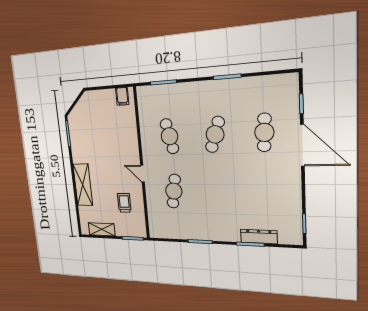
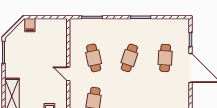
filing cabinet: (122, 96) -> (30, 25), moved
door: (142, 174) -> (68, 74), moved

